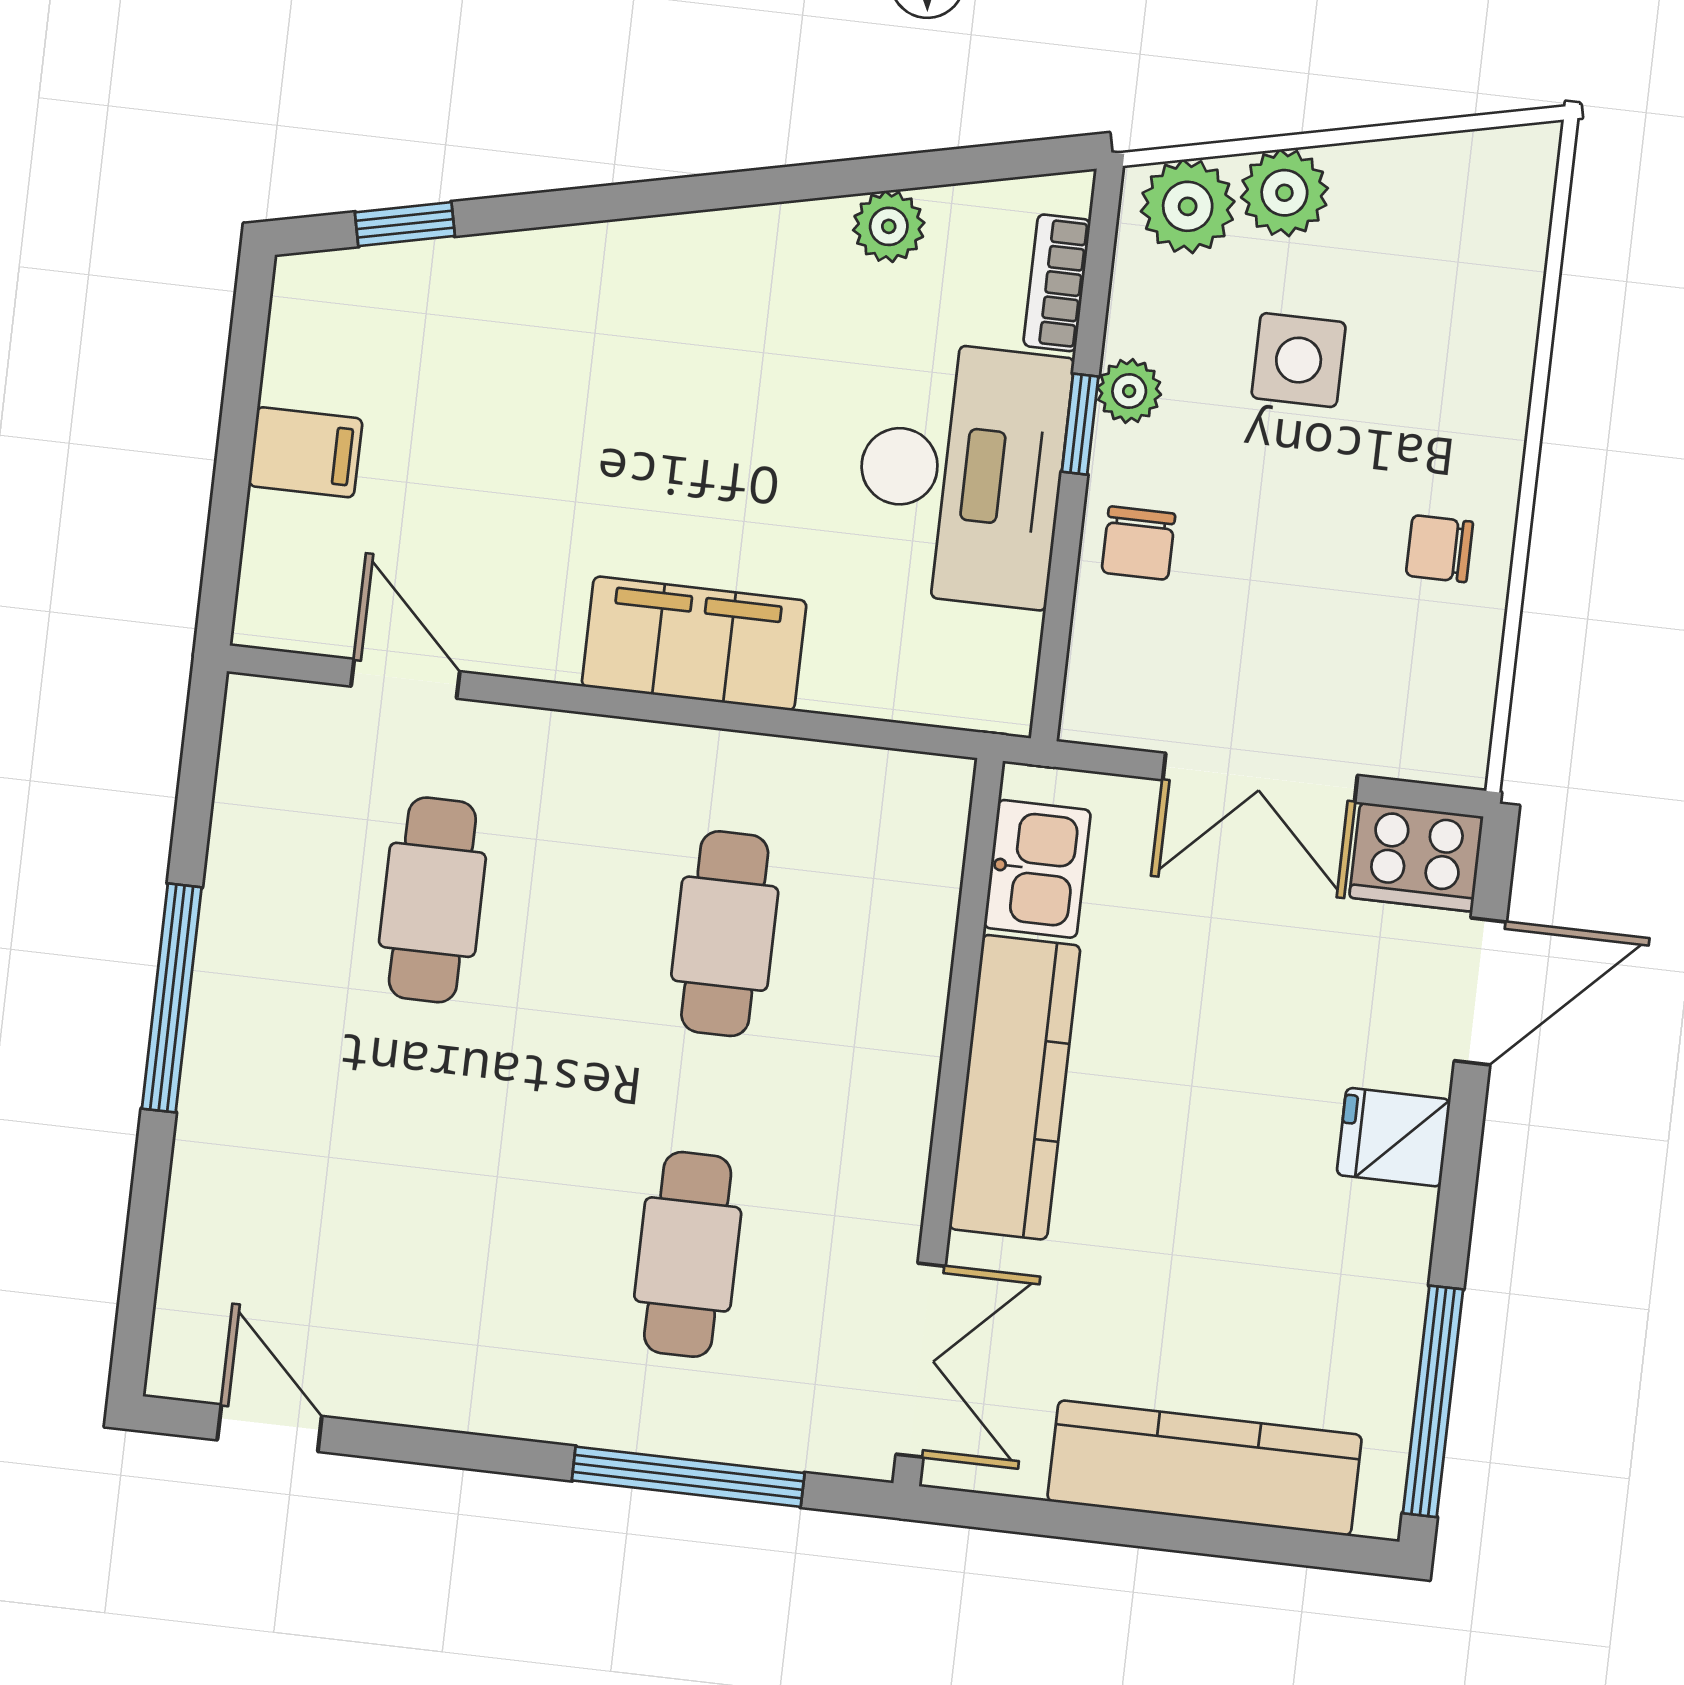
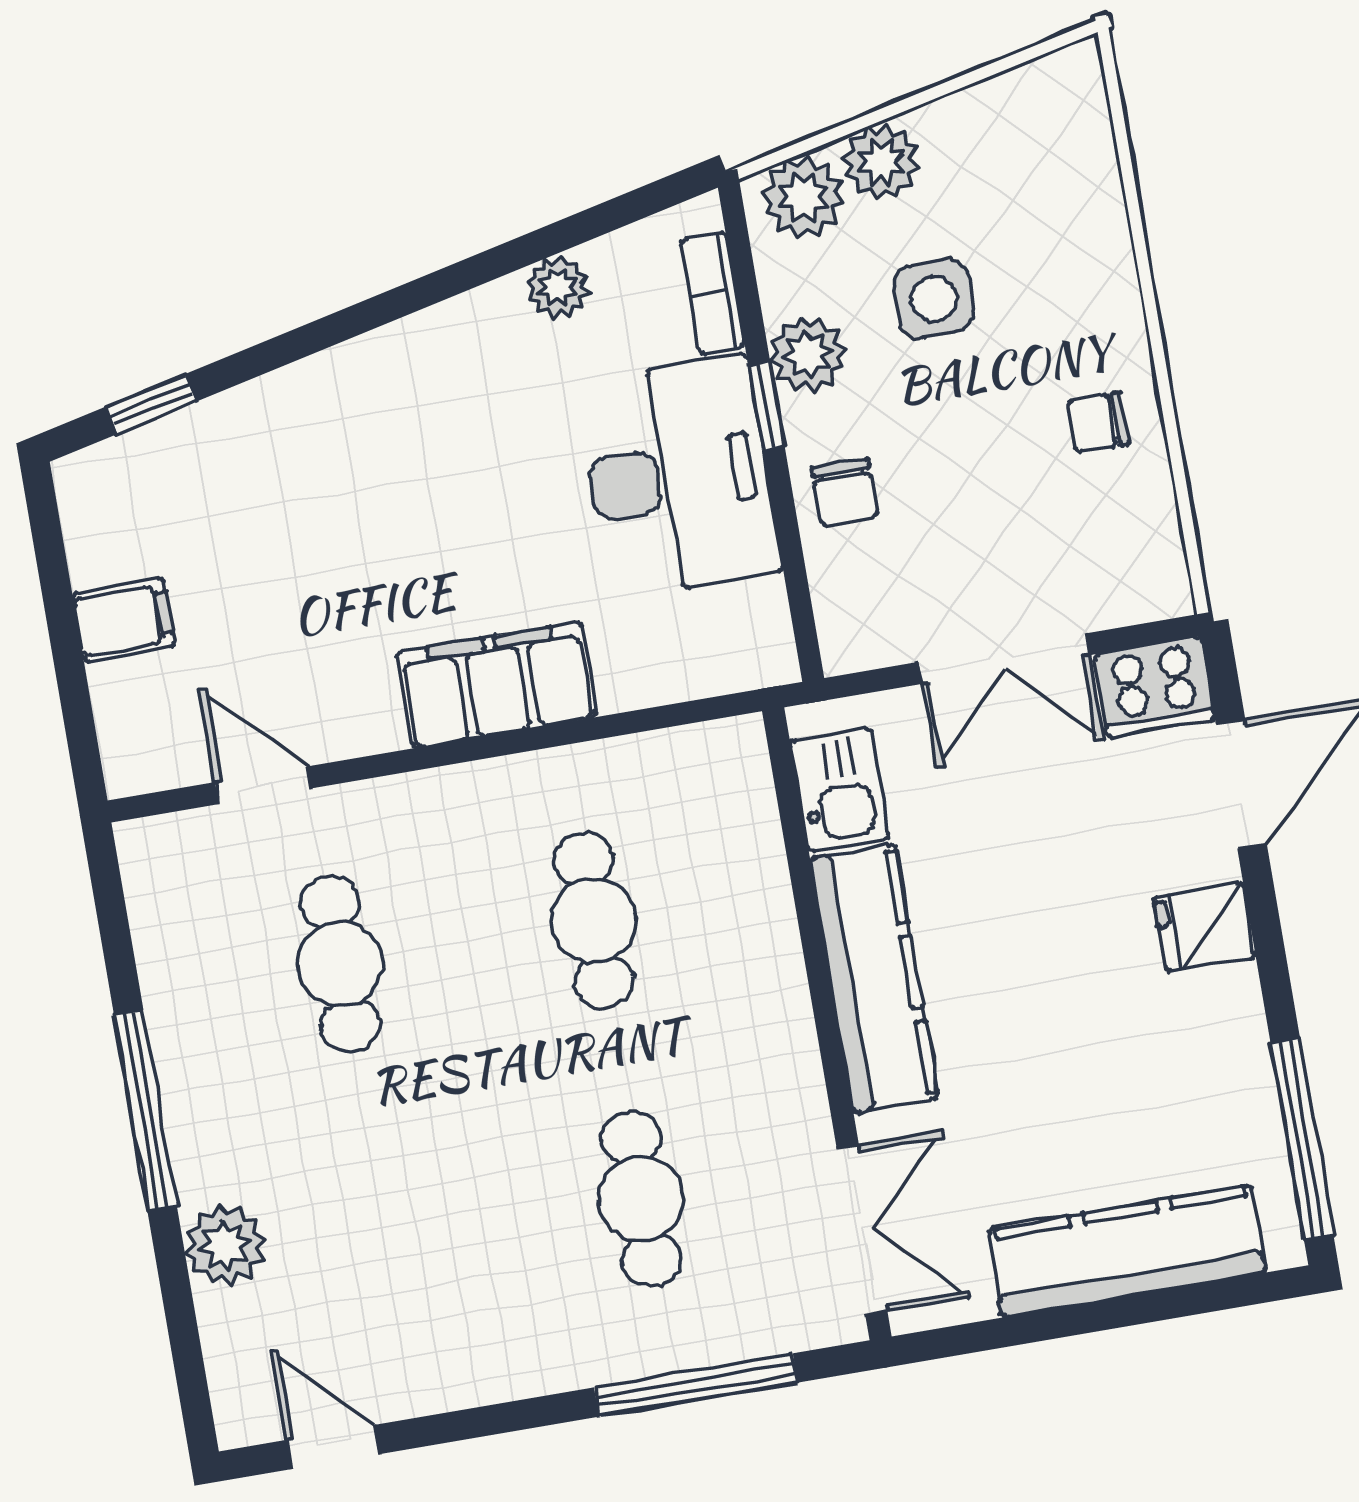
plant: (1129, 391) -> (808, 354), width x1.38, depth x1.38
plant: (216, 1172) -> (225, 1245), added

